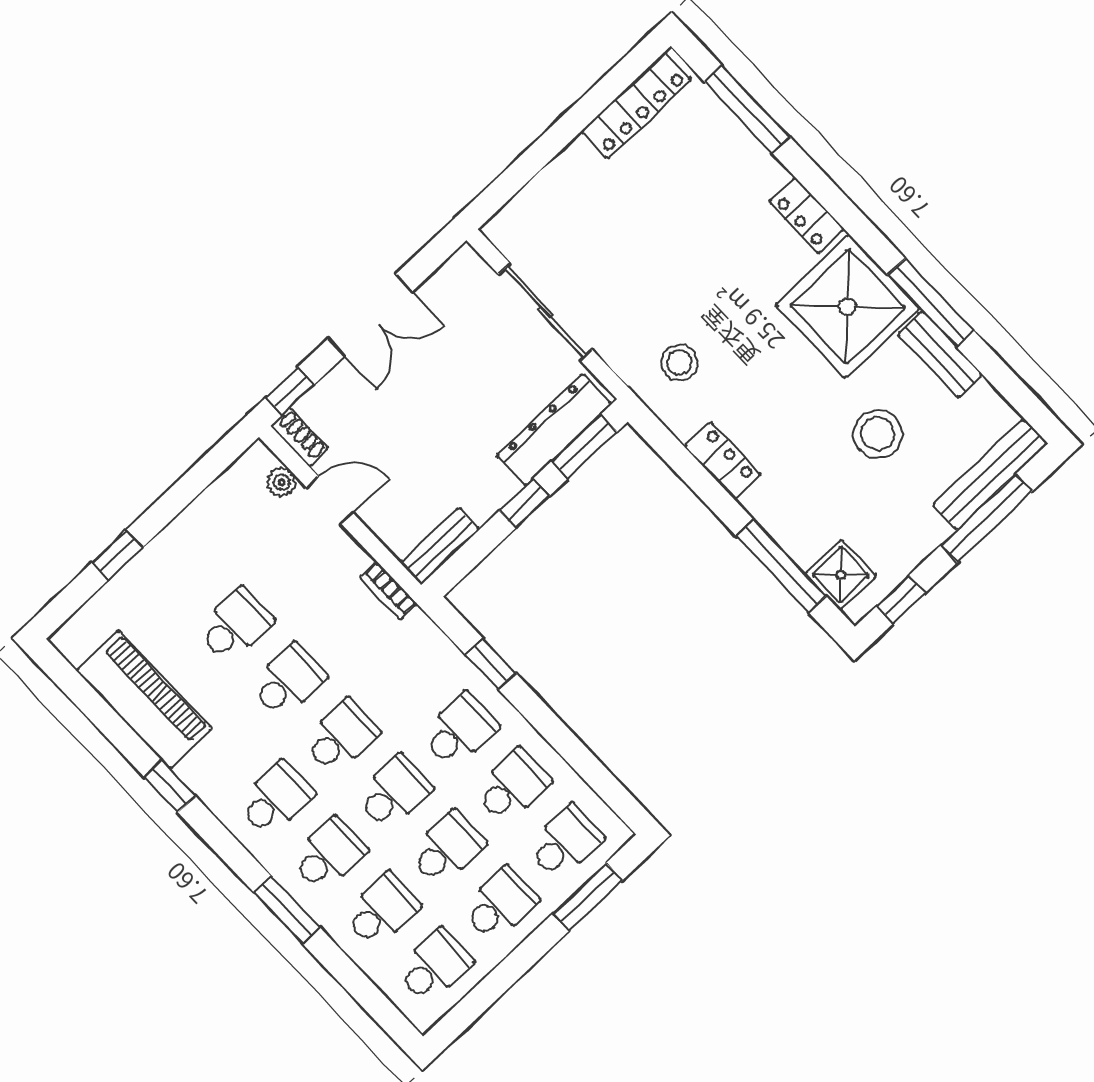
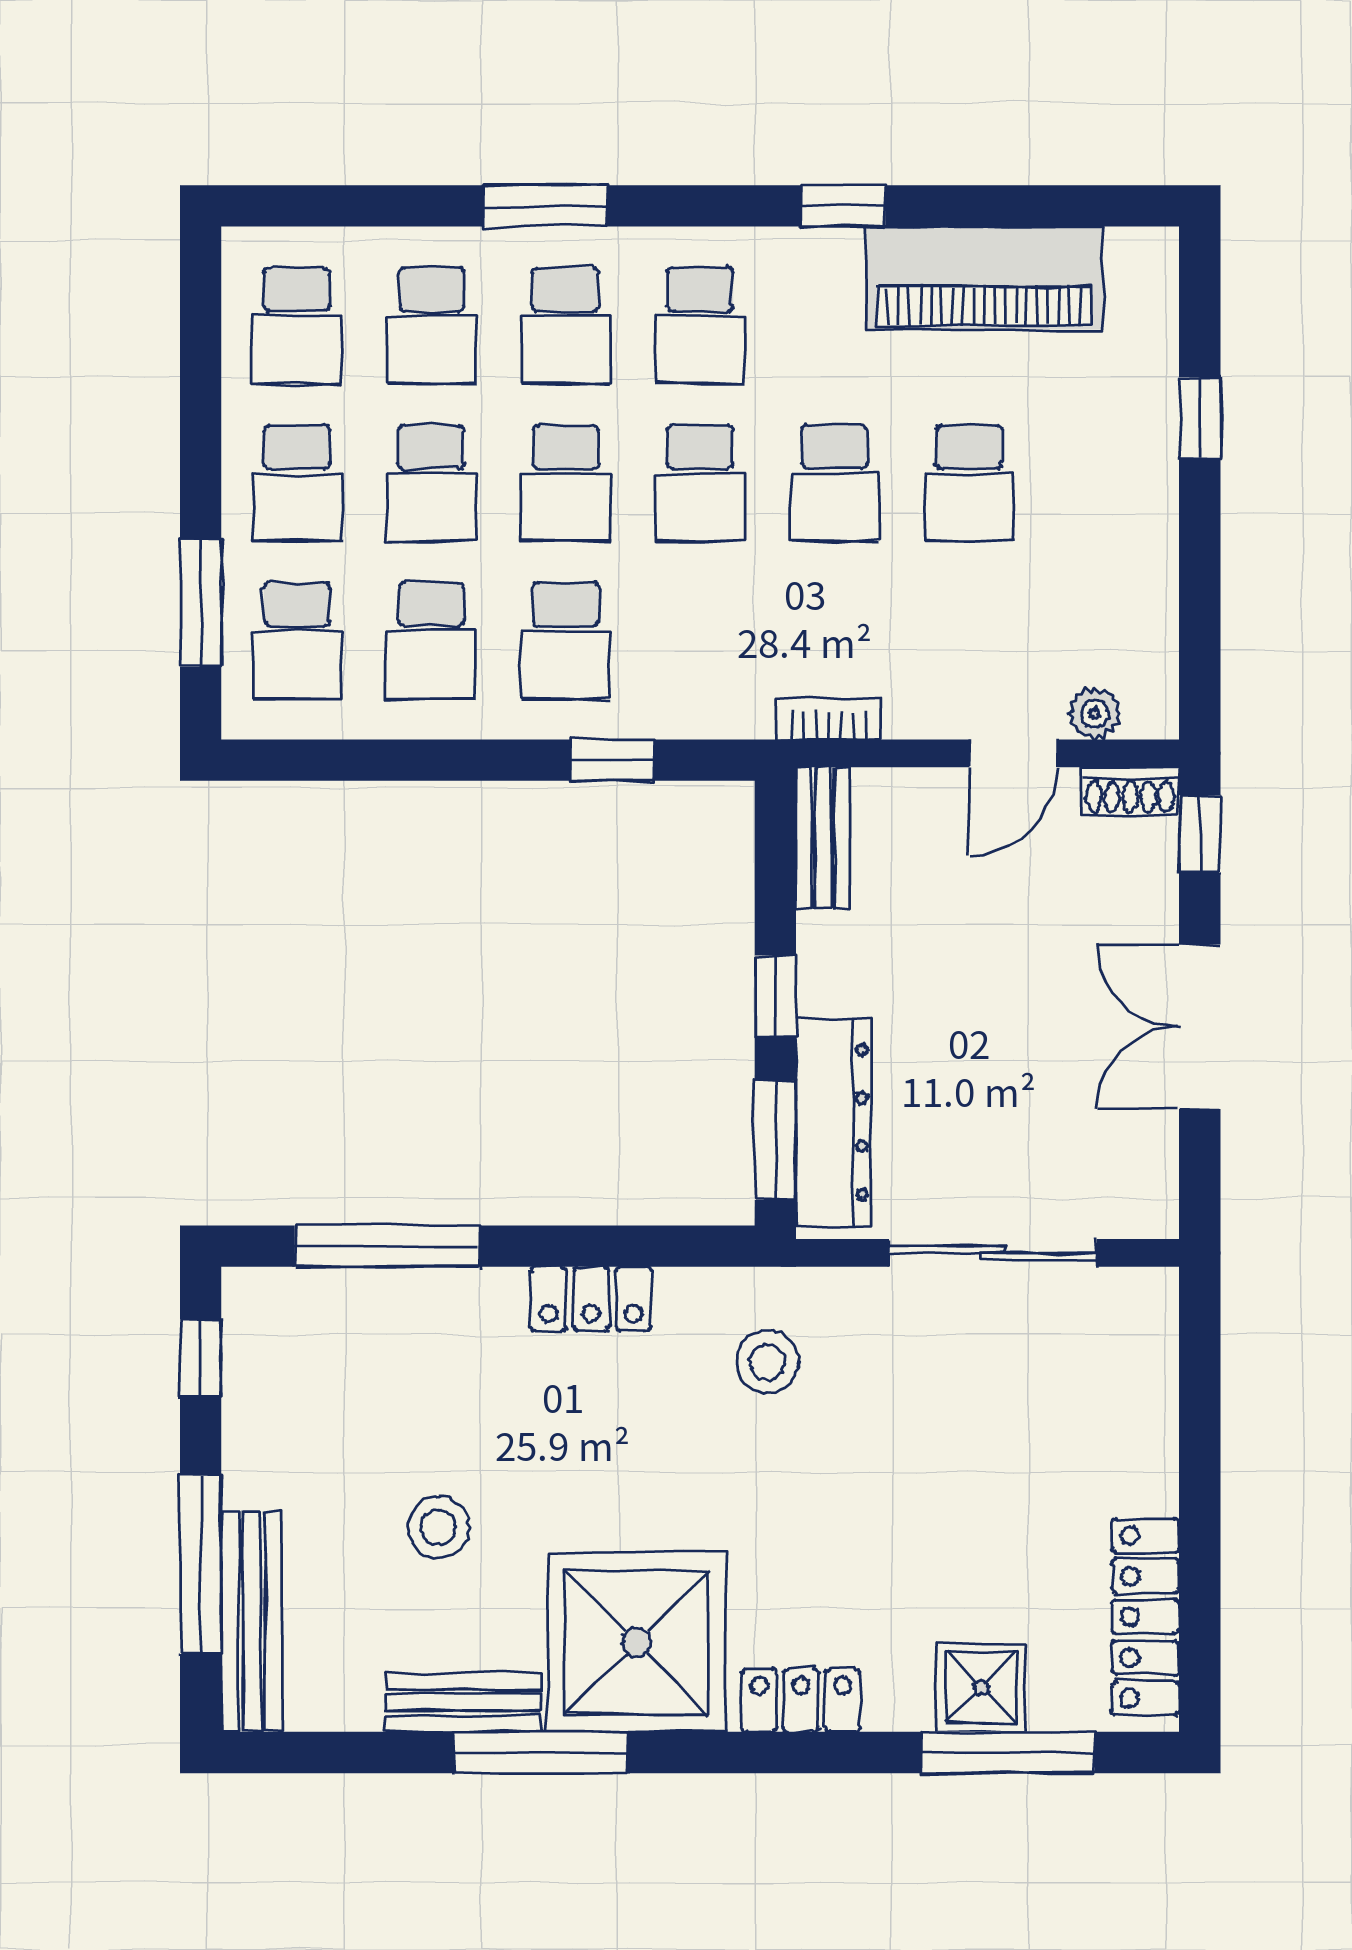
stool: (878, 434) -> (438, 1527), width x0.73, depth x0.73
shower: (841, 575) -> (981, 1688), moved

